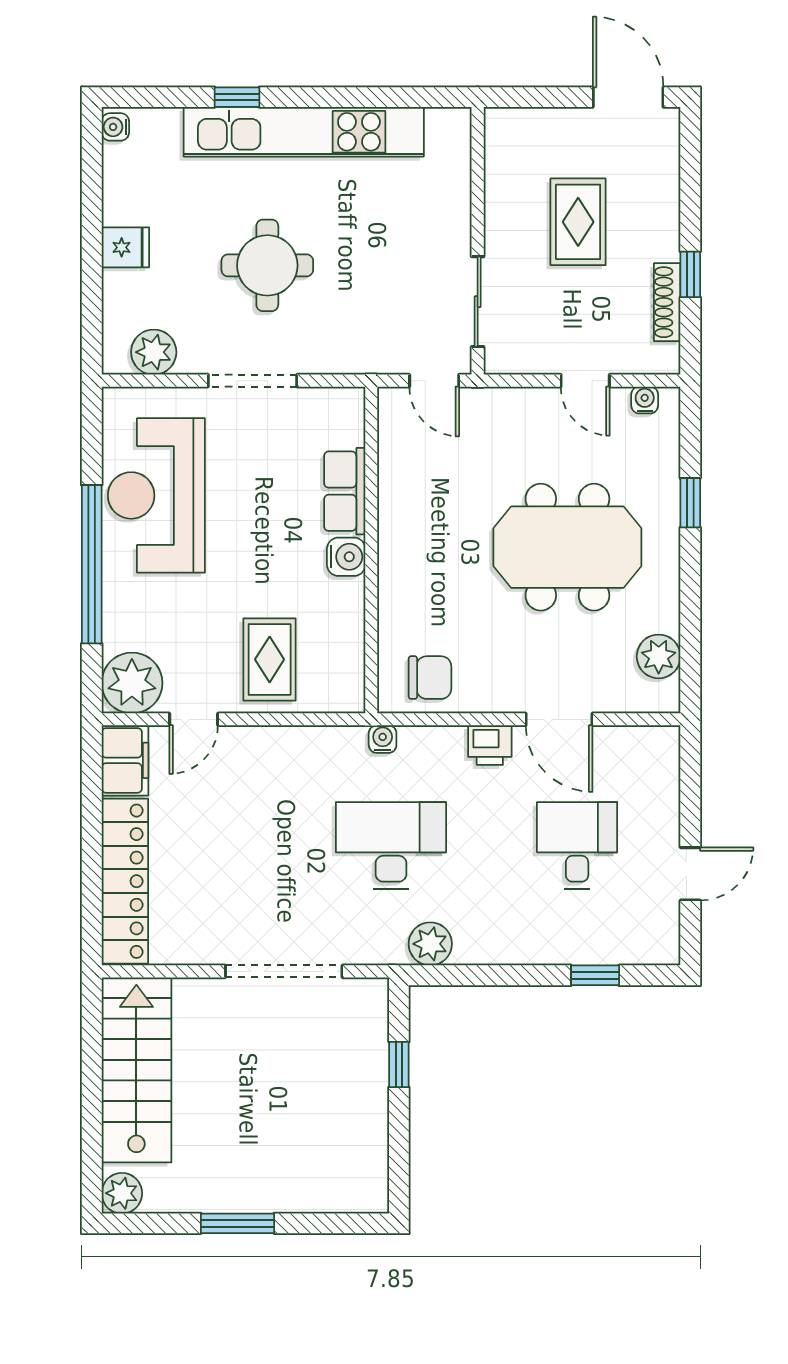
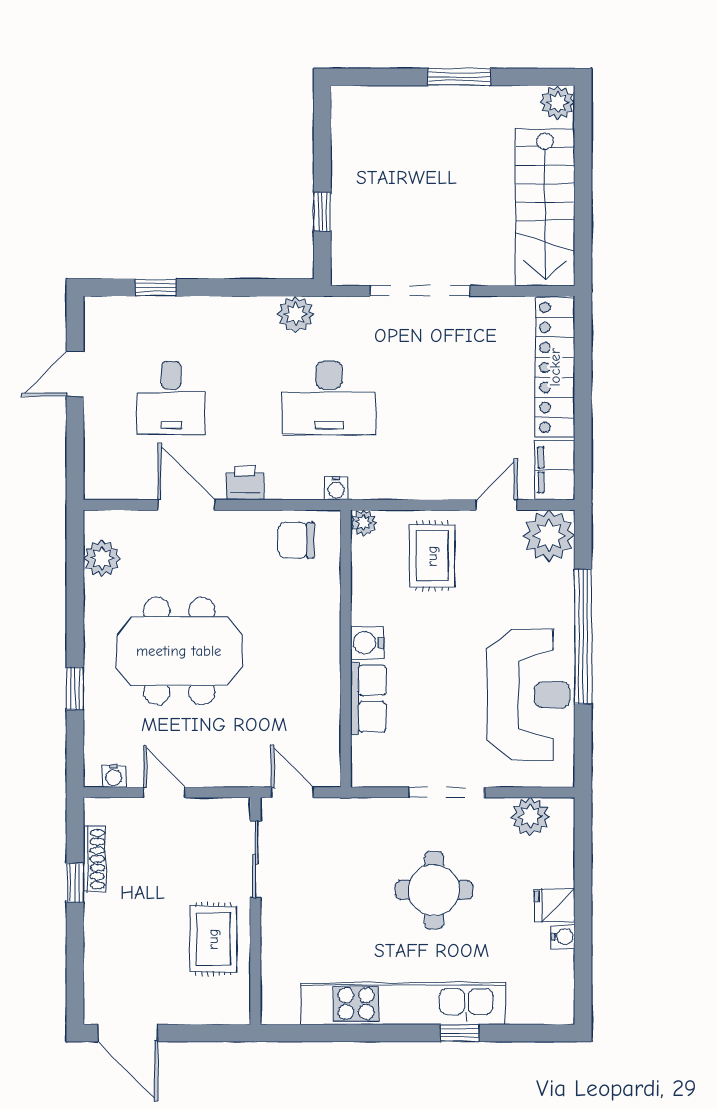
water cooler: (115, 127) -> (563, 937), moved
rug: (578, 222) -> (213, 939), moved
plant: (350, 698) -> (364, 523), added

